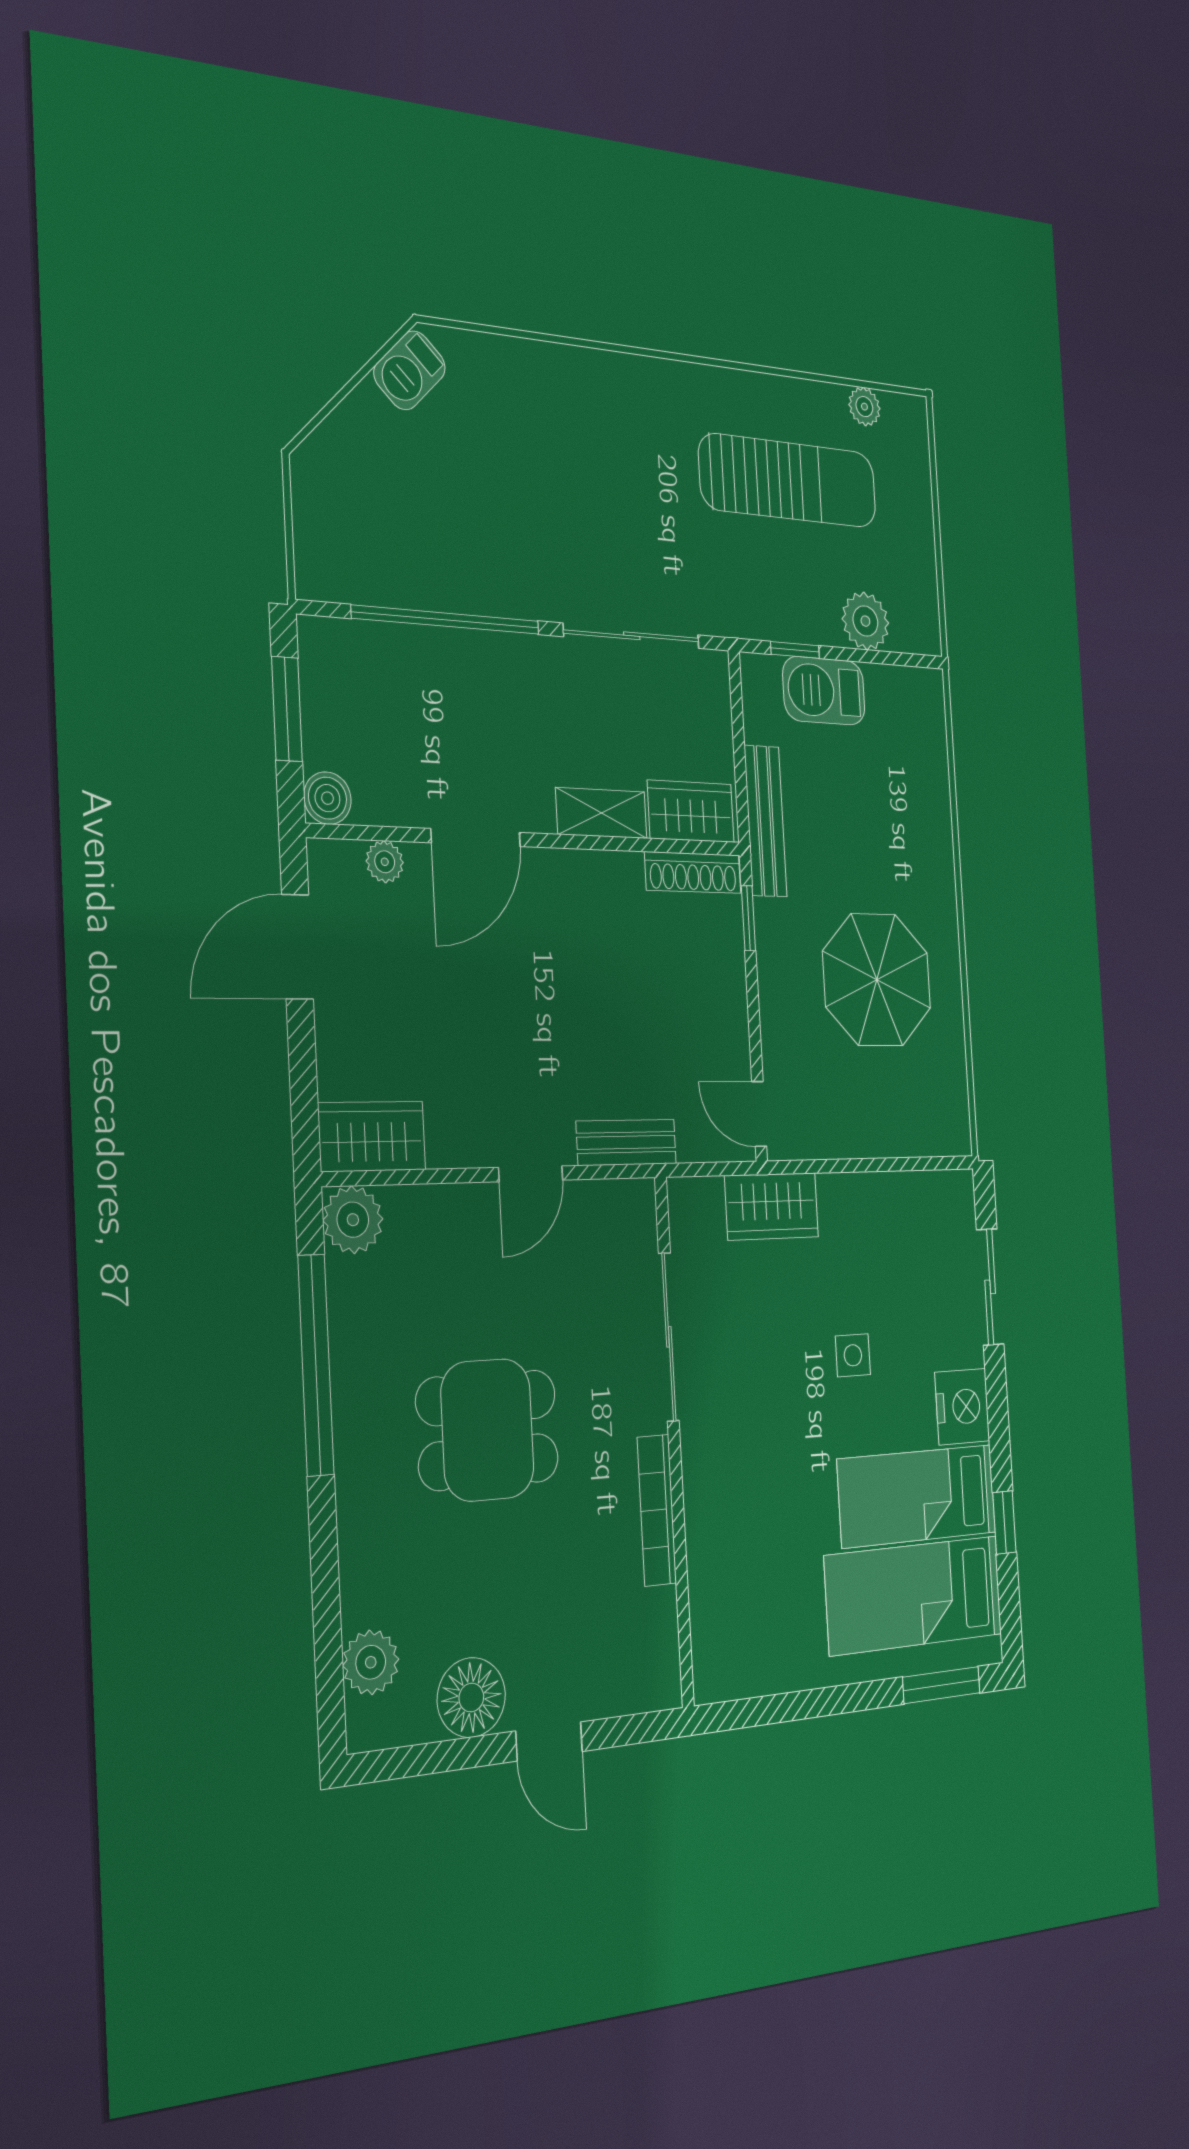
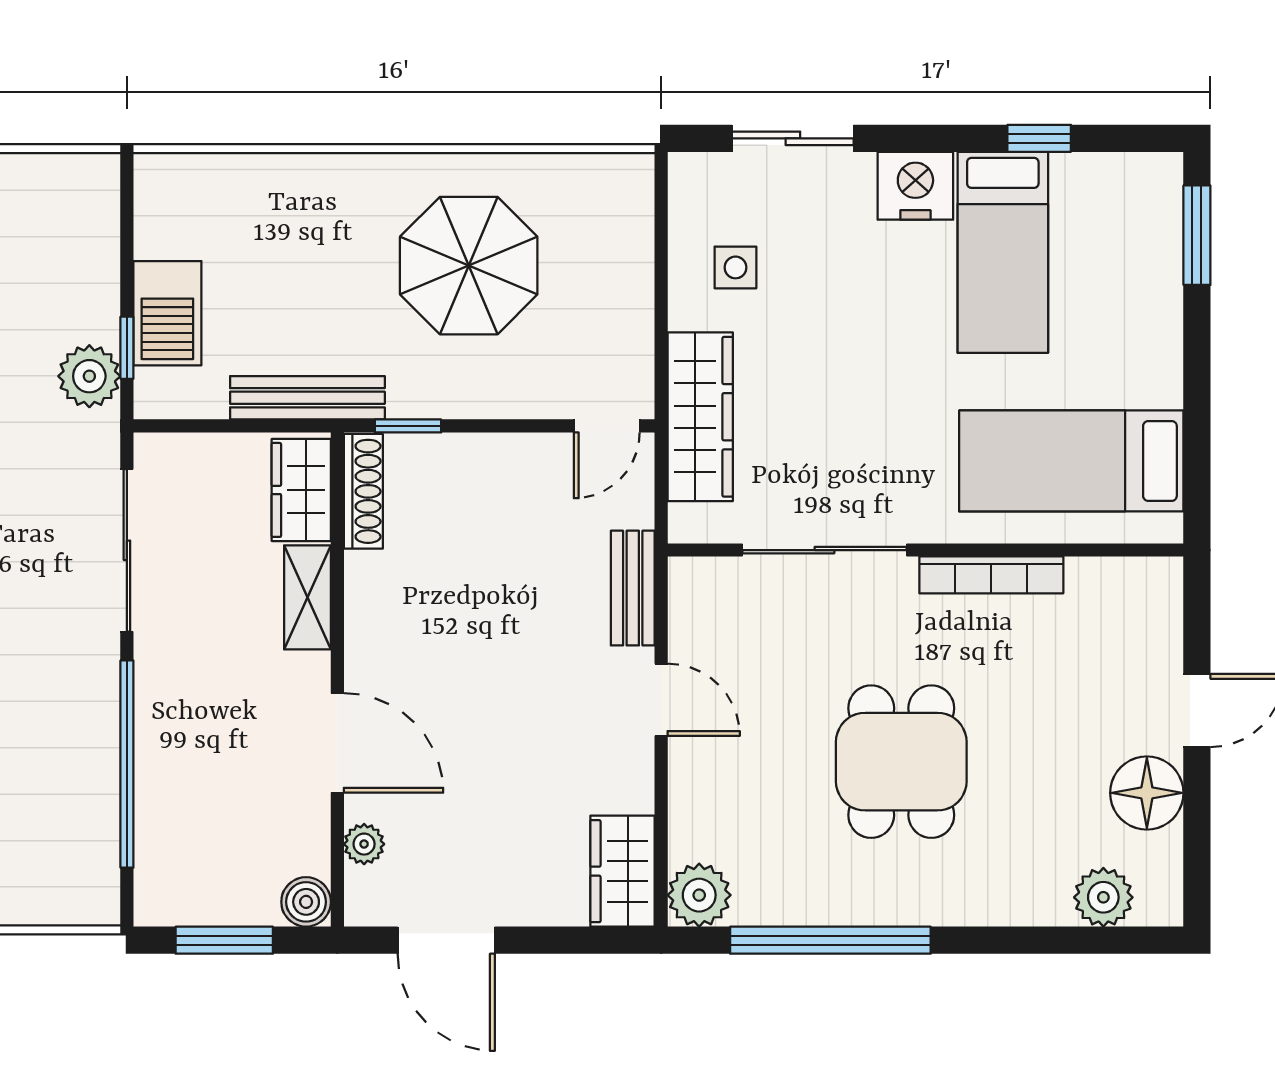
plant: (865, 621) -> (89, 376), moved
wardrobe: (772, 1206) -> (700, 417), width x1.50
side table: (853, 1355) -> (735, 267), moved
bed: (914, 1595) -> (1071, 461), moved, turned 90

